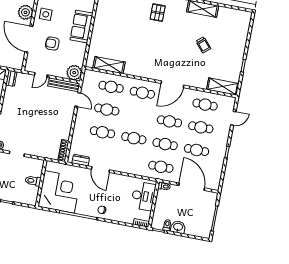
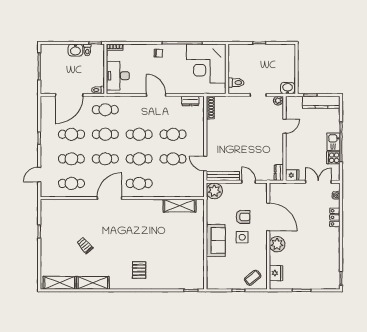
side table: (46, 14) -> (242, 237), moved
door: (41, 75) -> (249, 182), hinge flipped
cafe table: (111, 87) -> (139, 159), moved
shelving: (223, 87) -> (60, 283), moved
door: (100, 169) -> (156, 95), moved
toilet: (33, 181) -> (236, 83), moved
door: (192, 187) -> (69, 95), hinge flipped

